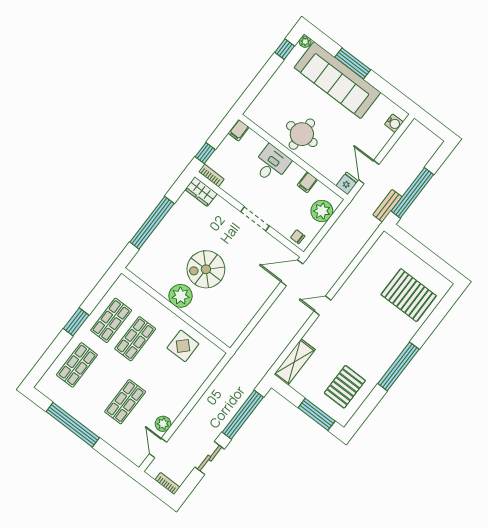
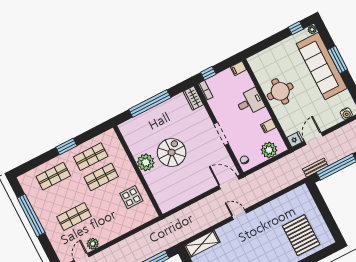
spiral stairs: (206, 269) -> (172, 152), turned 90

